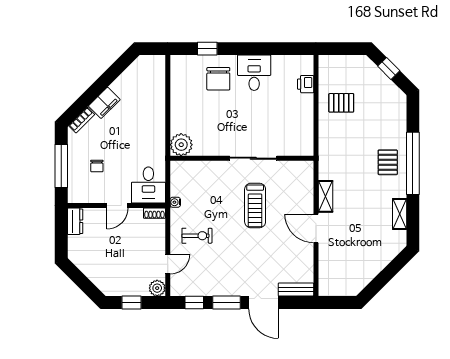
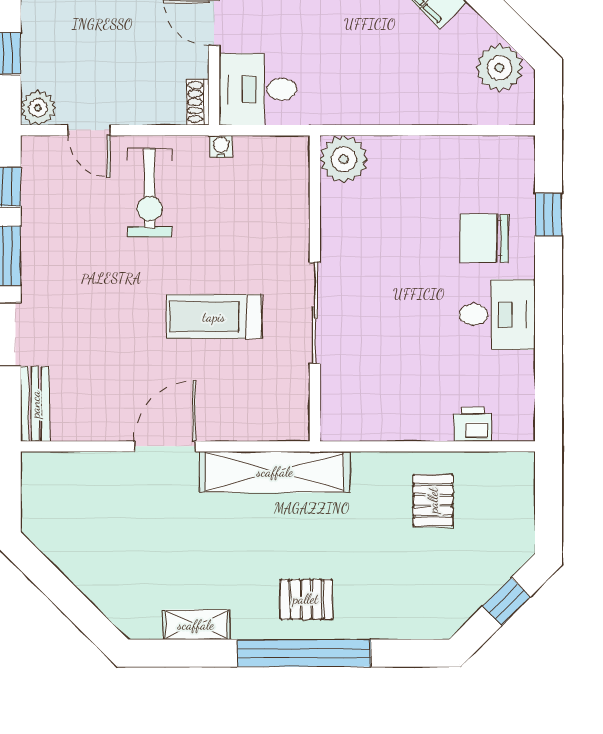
plant: (138, 72) -> (500, 68), added
shelving: (325, 196) -> (275, 472), width x2.20, depth x1.33
exercise bike: (197, 236) -> (150, 193), width x1.38, depth x1.39

